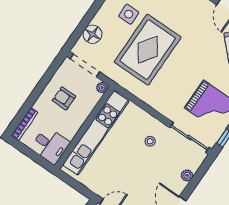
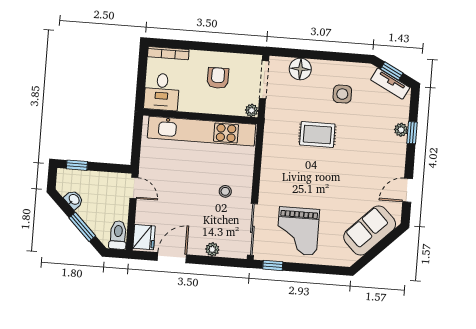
rug: (148, 50) -> (317, 134), width x0.54, depth x0.49

